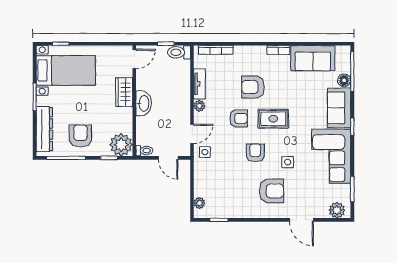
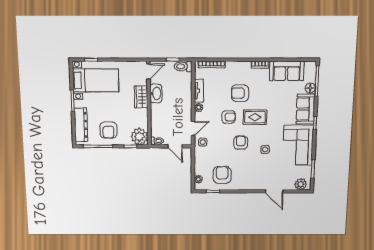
washbasin: (144, 103) -> (156, 93), moved
armchair: (80, 136) -> (108, 130), turned 180
armchair: (272, 191) -> (222, 175), moved, turned -90

